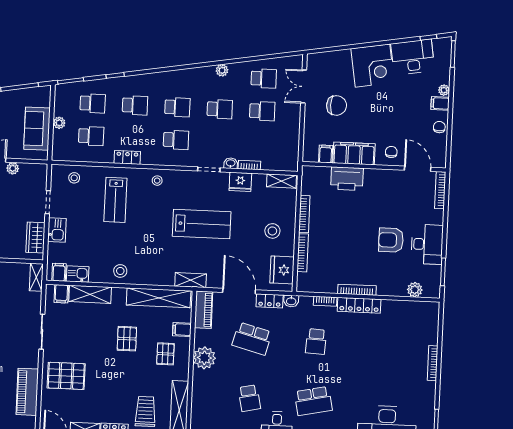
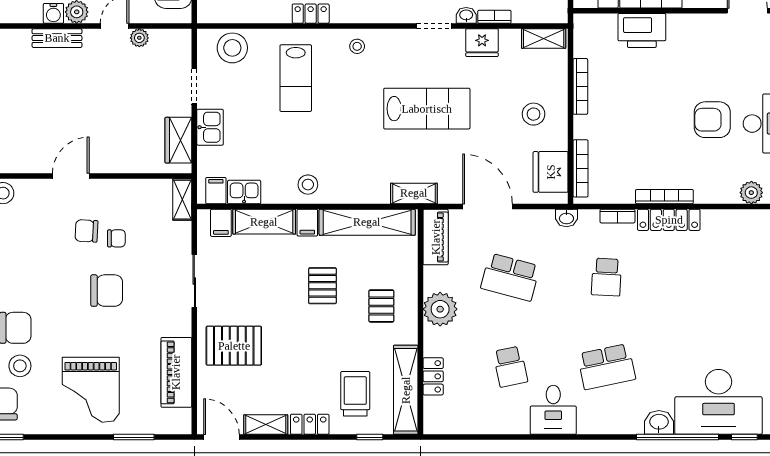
stool: (74, 178) -> (232, 48), width x1.89, depth x1.89
bookcase: (303, 253) -> (581, 168), moved
locker: (270, 301) -> (433, 376), moved, turned -90
filing cabinet: (182, 330) -> (307, 223), moved, turned -90

